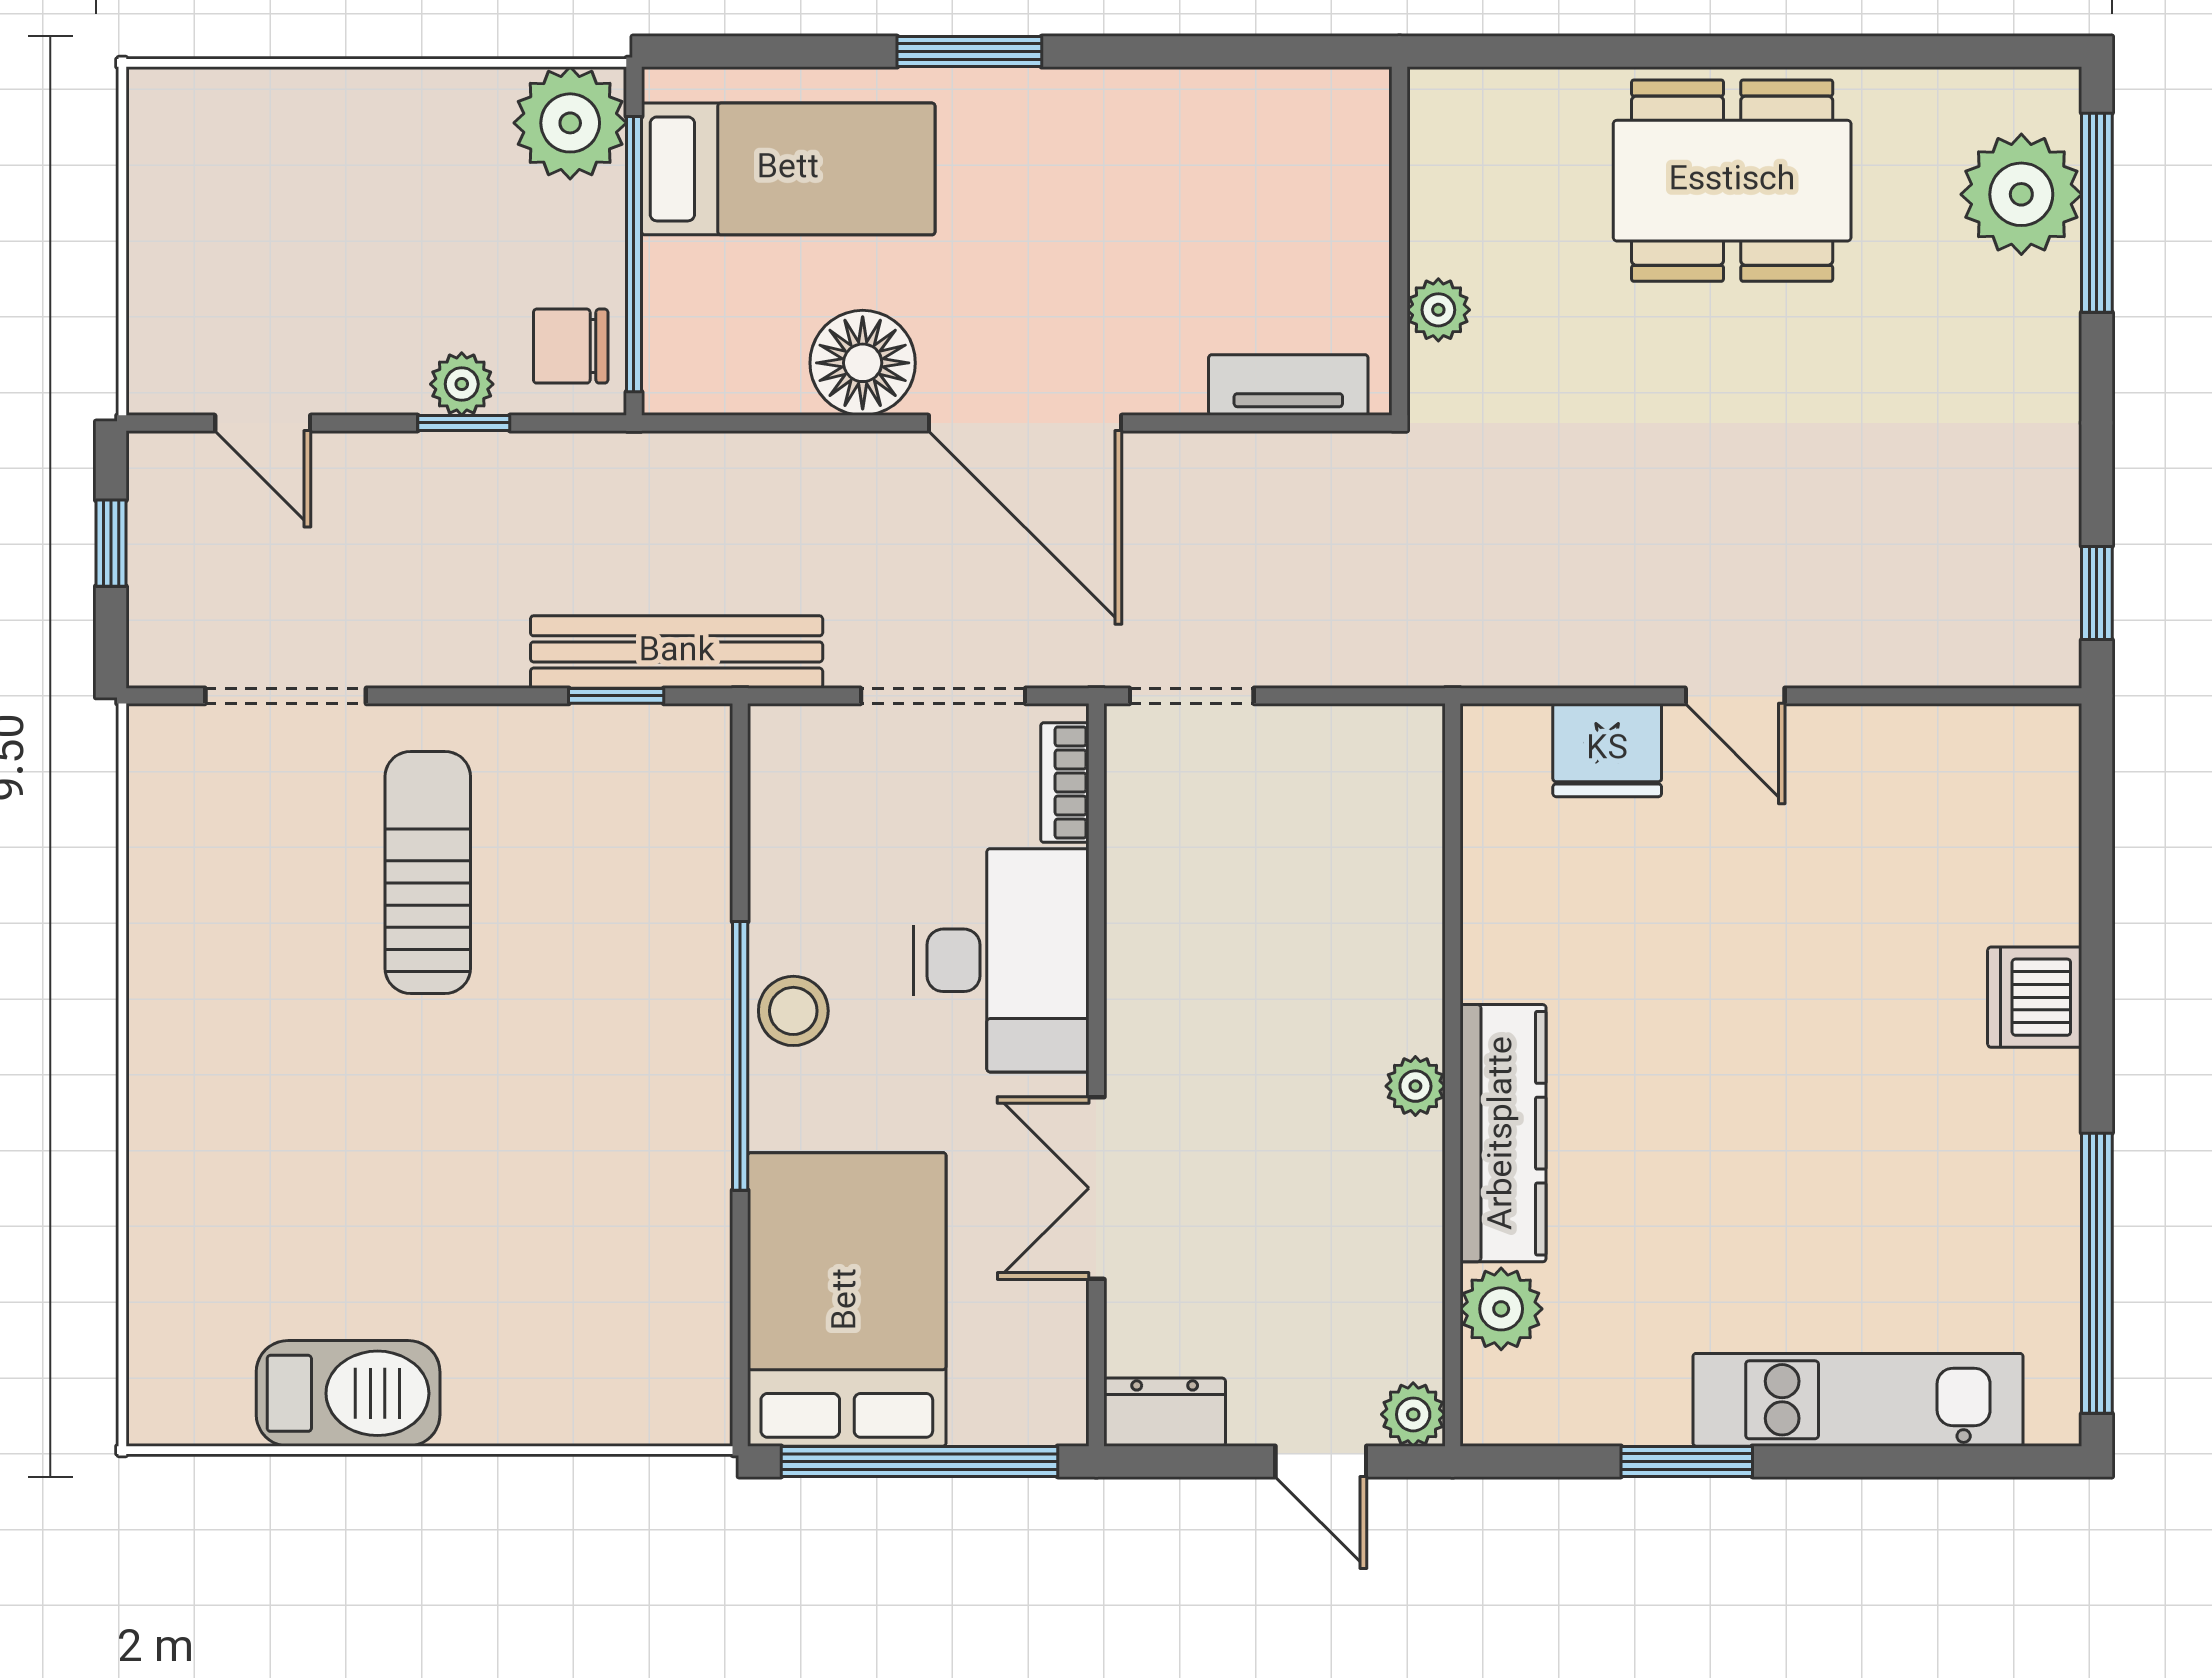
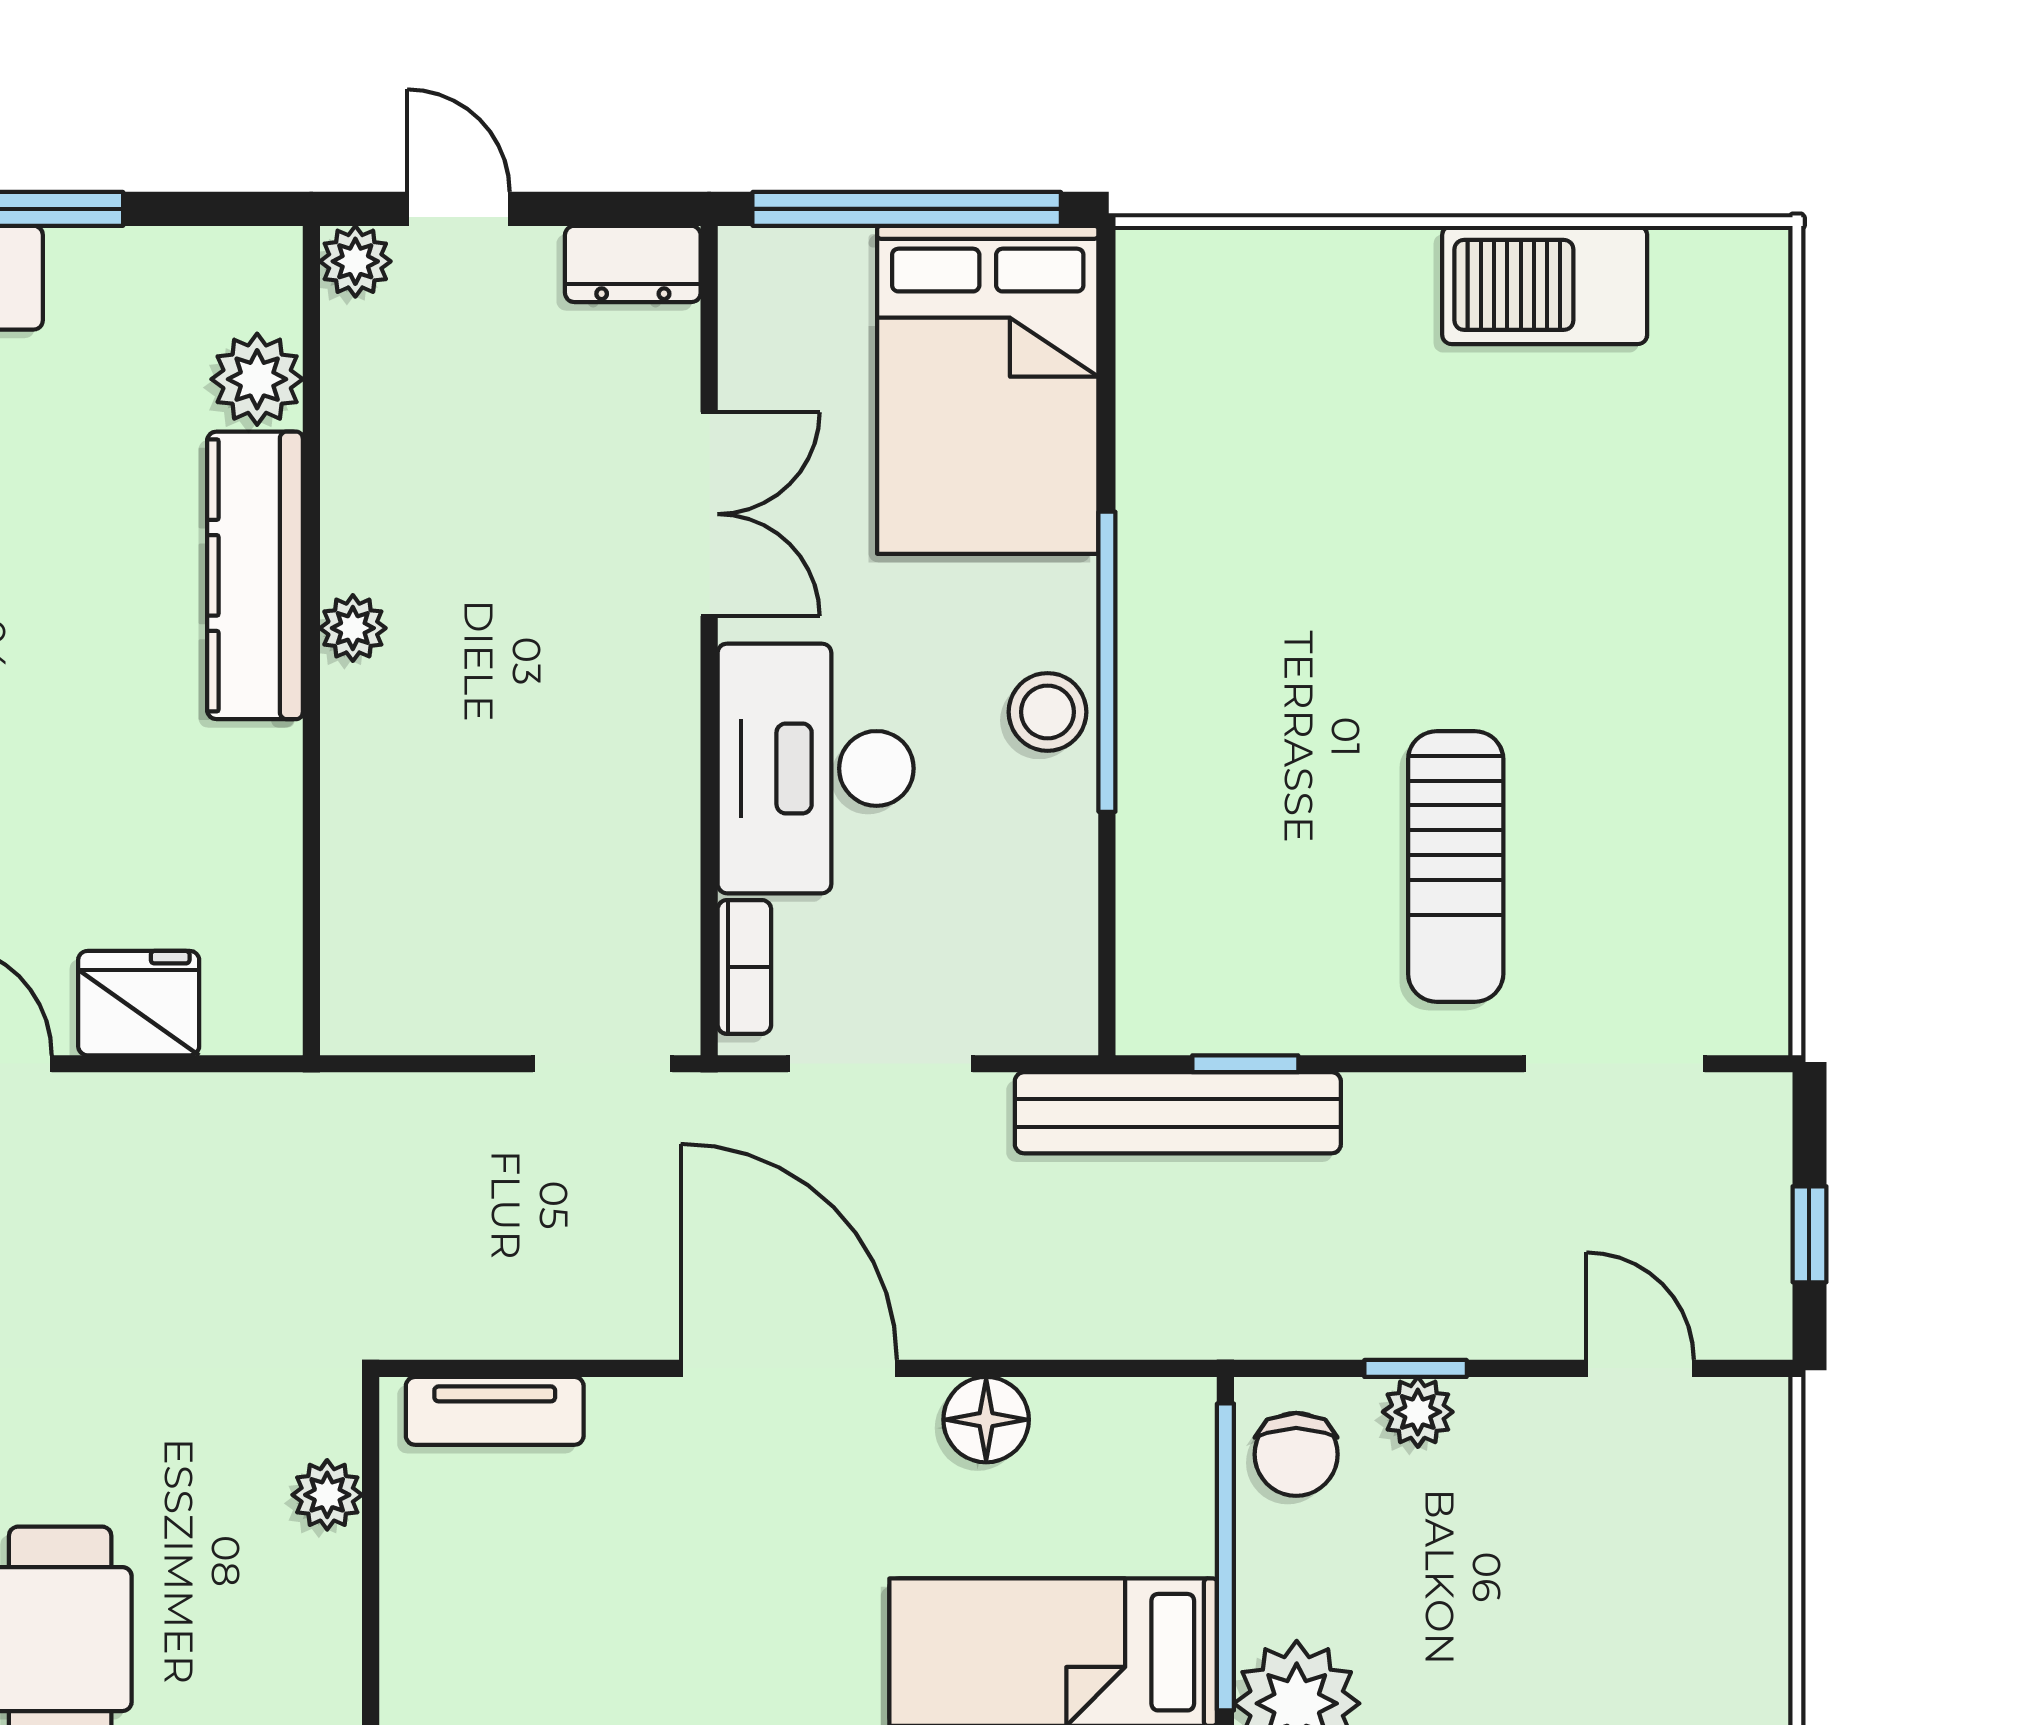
chair: (571, 346) -> (1296, 1454), turned 90
floor lamp: (863, 363) -> (986, 1420), width x0.73, depth x0.73

